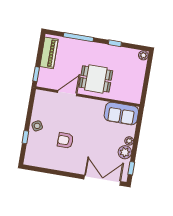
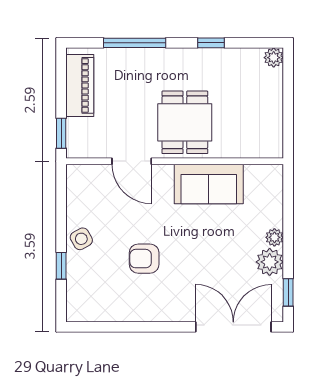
dining table: (96, 79) -> (185, 122), turned 90
door: (67, 93) -> (132, 161), swing flipped
sofa: (121, 113) -> (209, 184), moved

